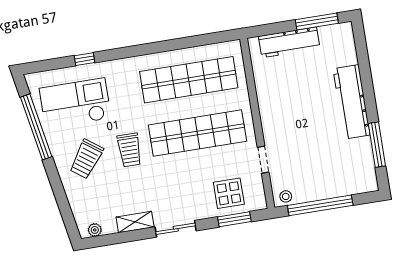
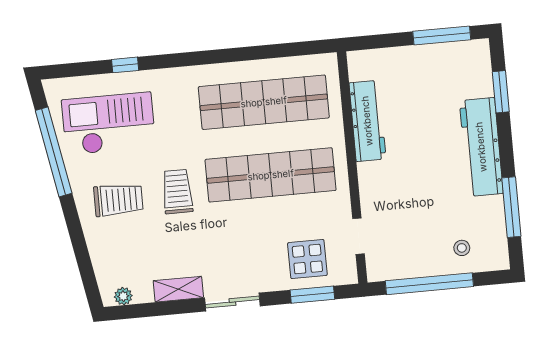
workbench: (289, 42) -> (367, 121), moved, turned -90
window: (363, 60) -> (501, 92), added
trolley: (129, 150) -> (177, 192), turned 180
trolley: (86, 159) -> (118, 200), turned -126
doorway: (263, 160) -> (359, 236), moved
stool: (286, 196) -> (462, 248), moved

